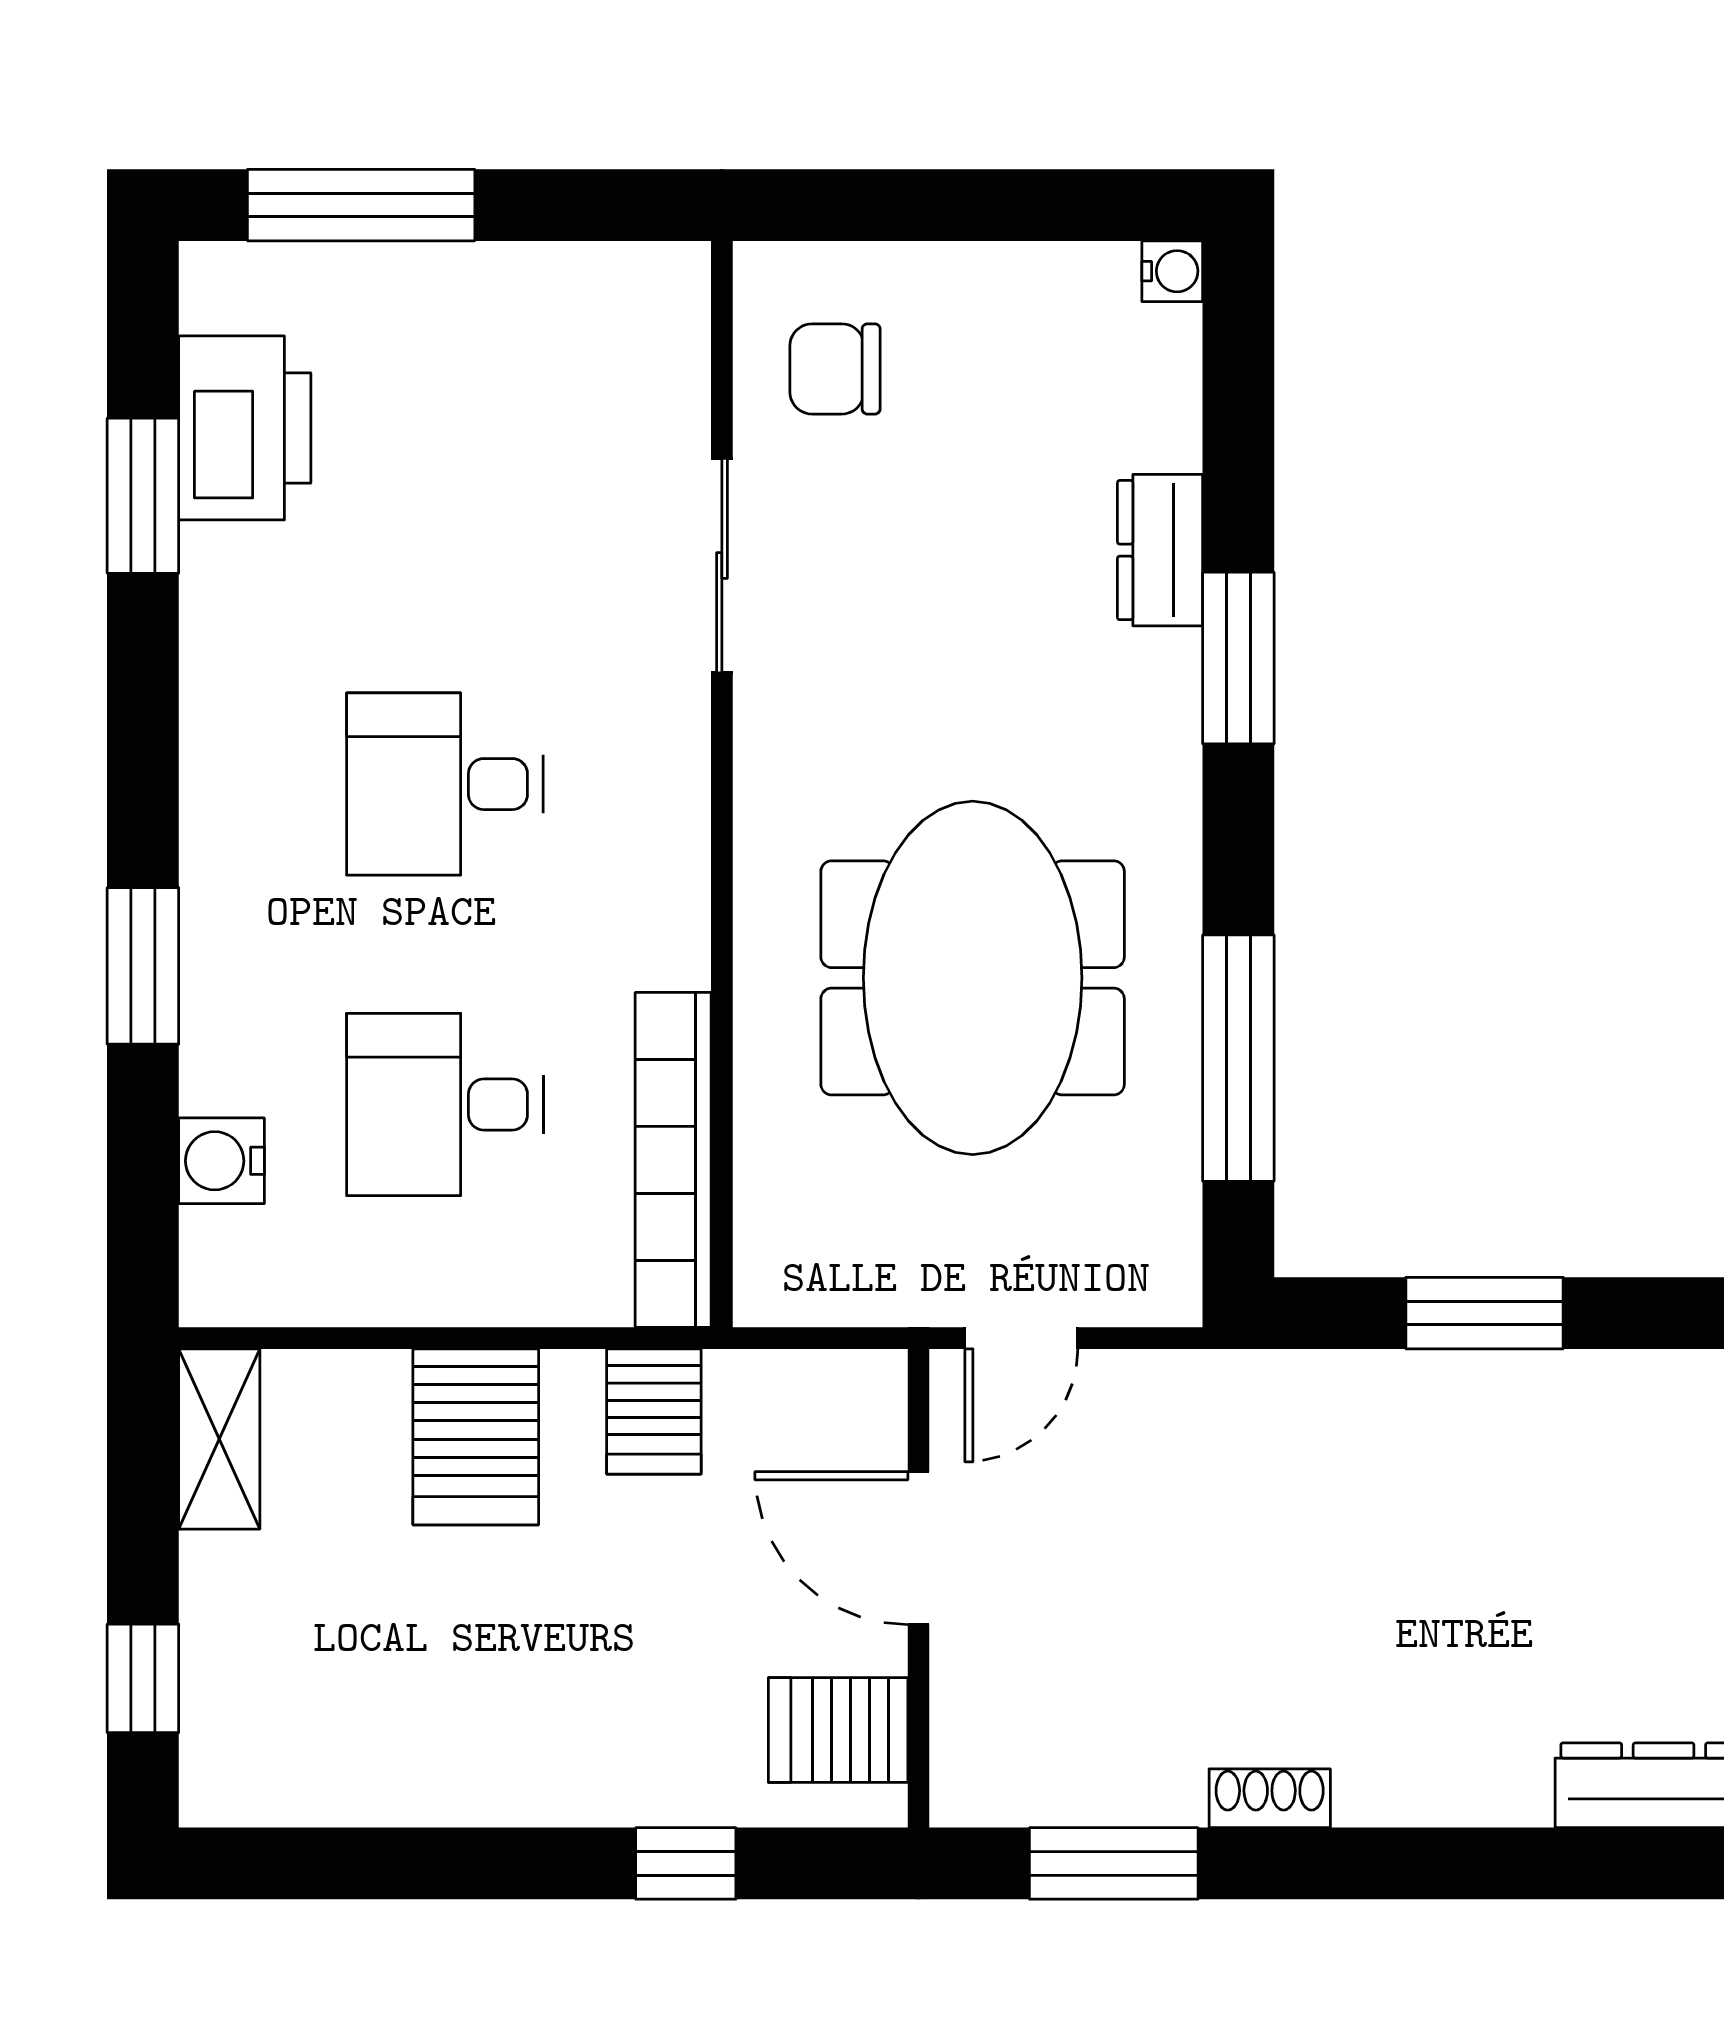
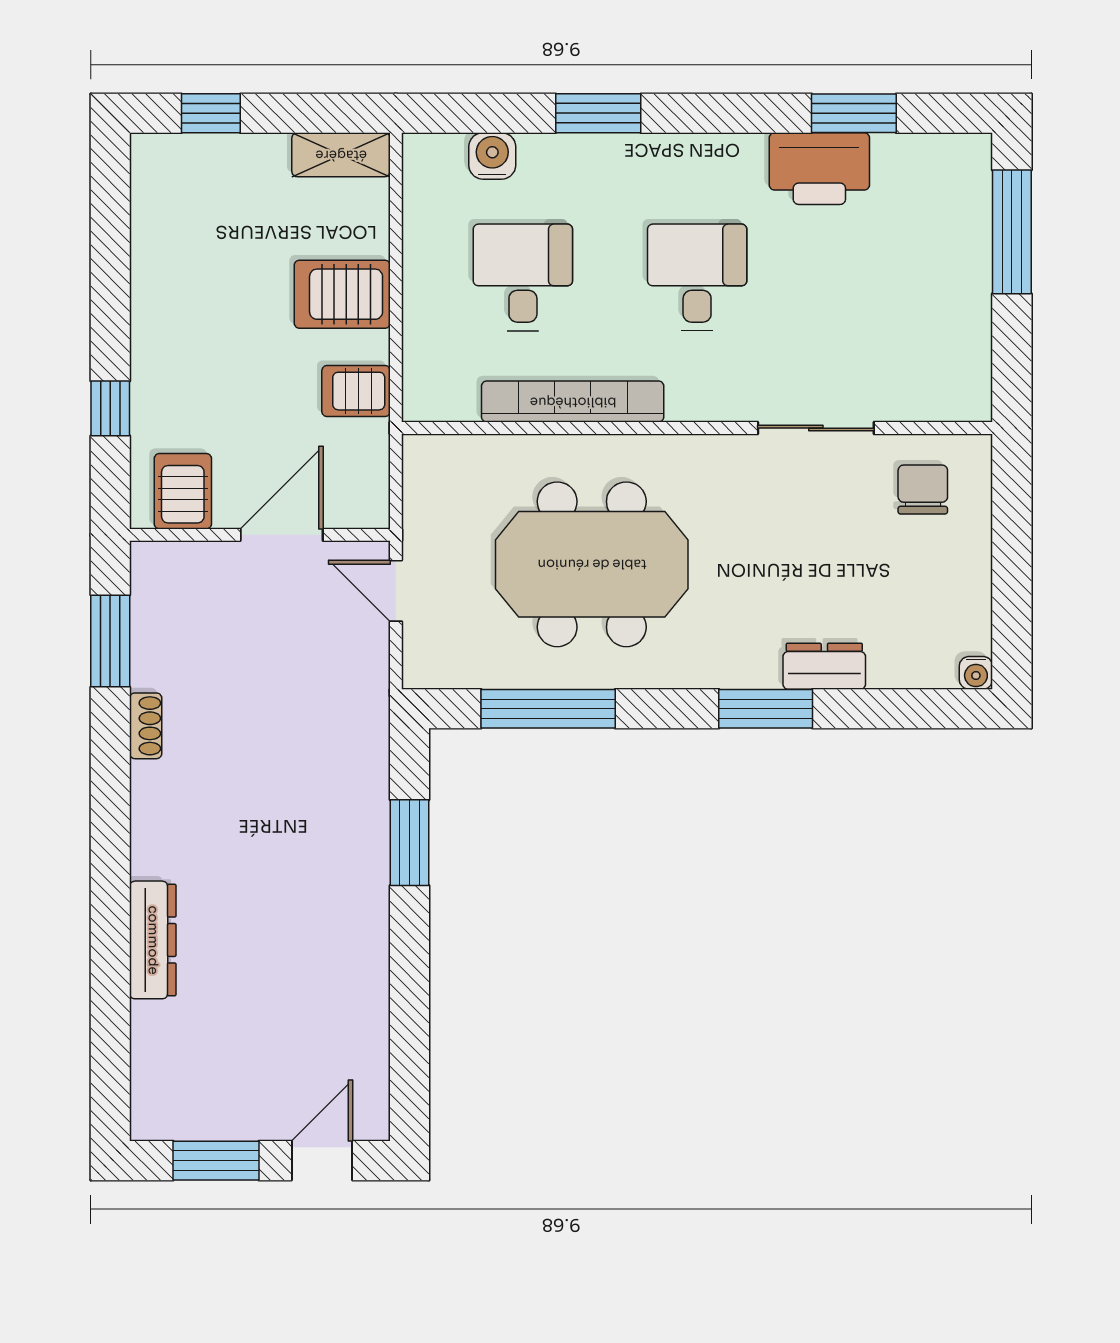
printer: (245, 428) -> (819, 169), moved
bookcase: (673, 1160) -> (573, 402), moved

